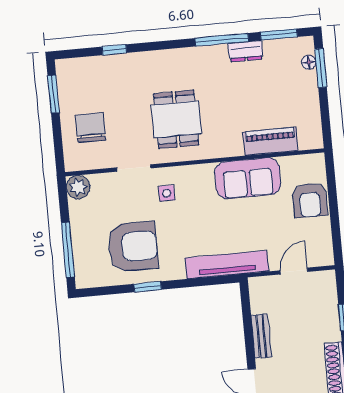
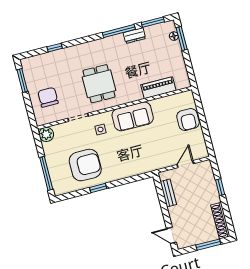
sofa: (248, 178) -> (133, 116), moved
tv unit: (227, 265) -> (144, 167), removed
bench: (261, 336) -> (168, 193), moved

